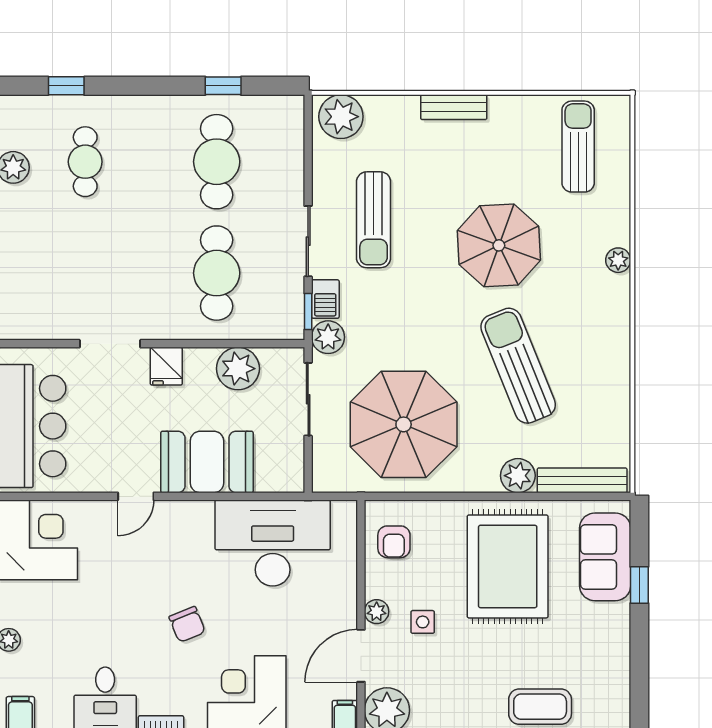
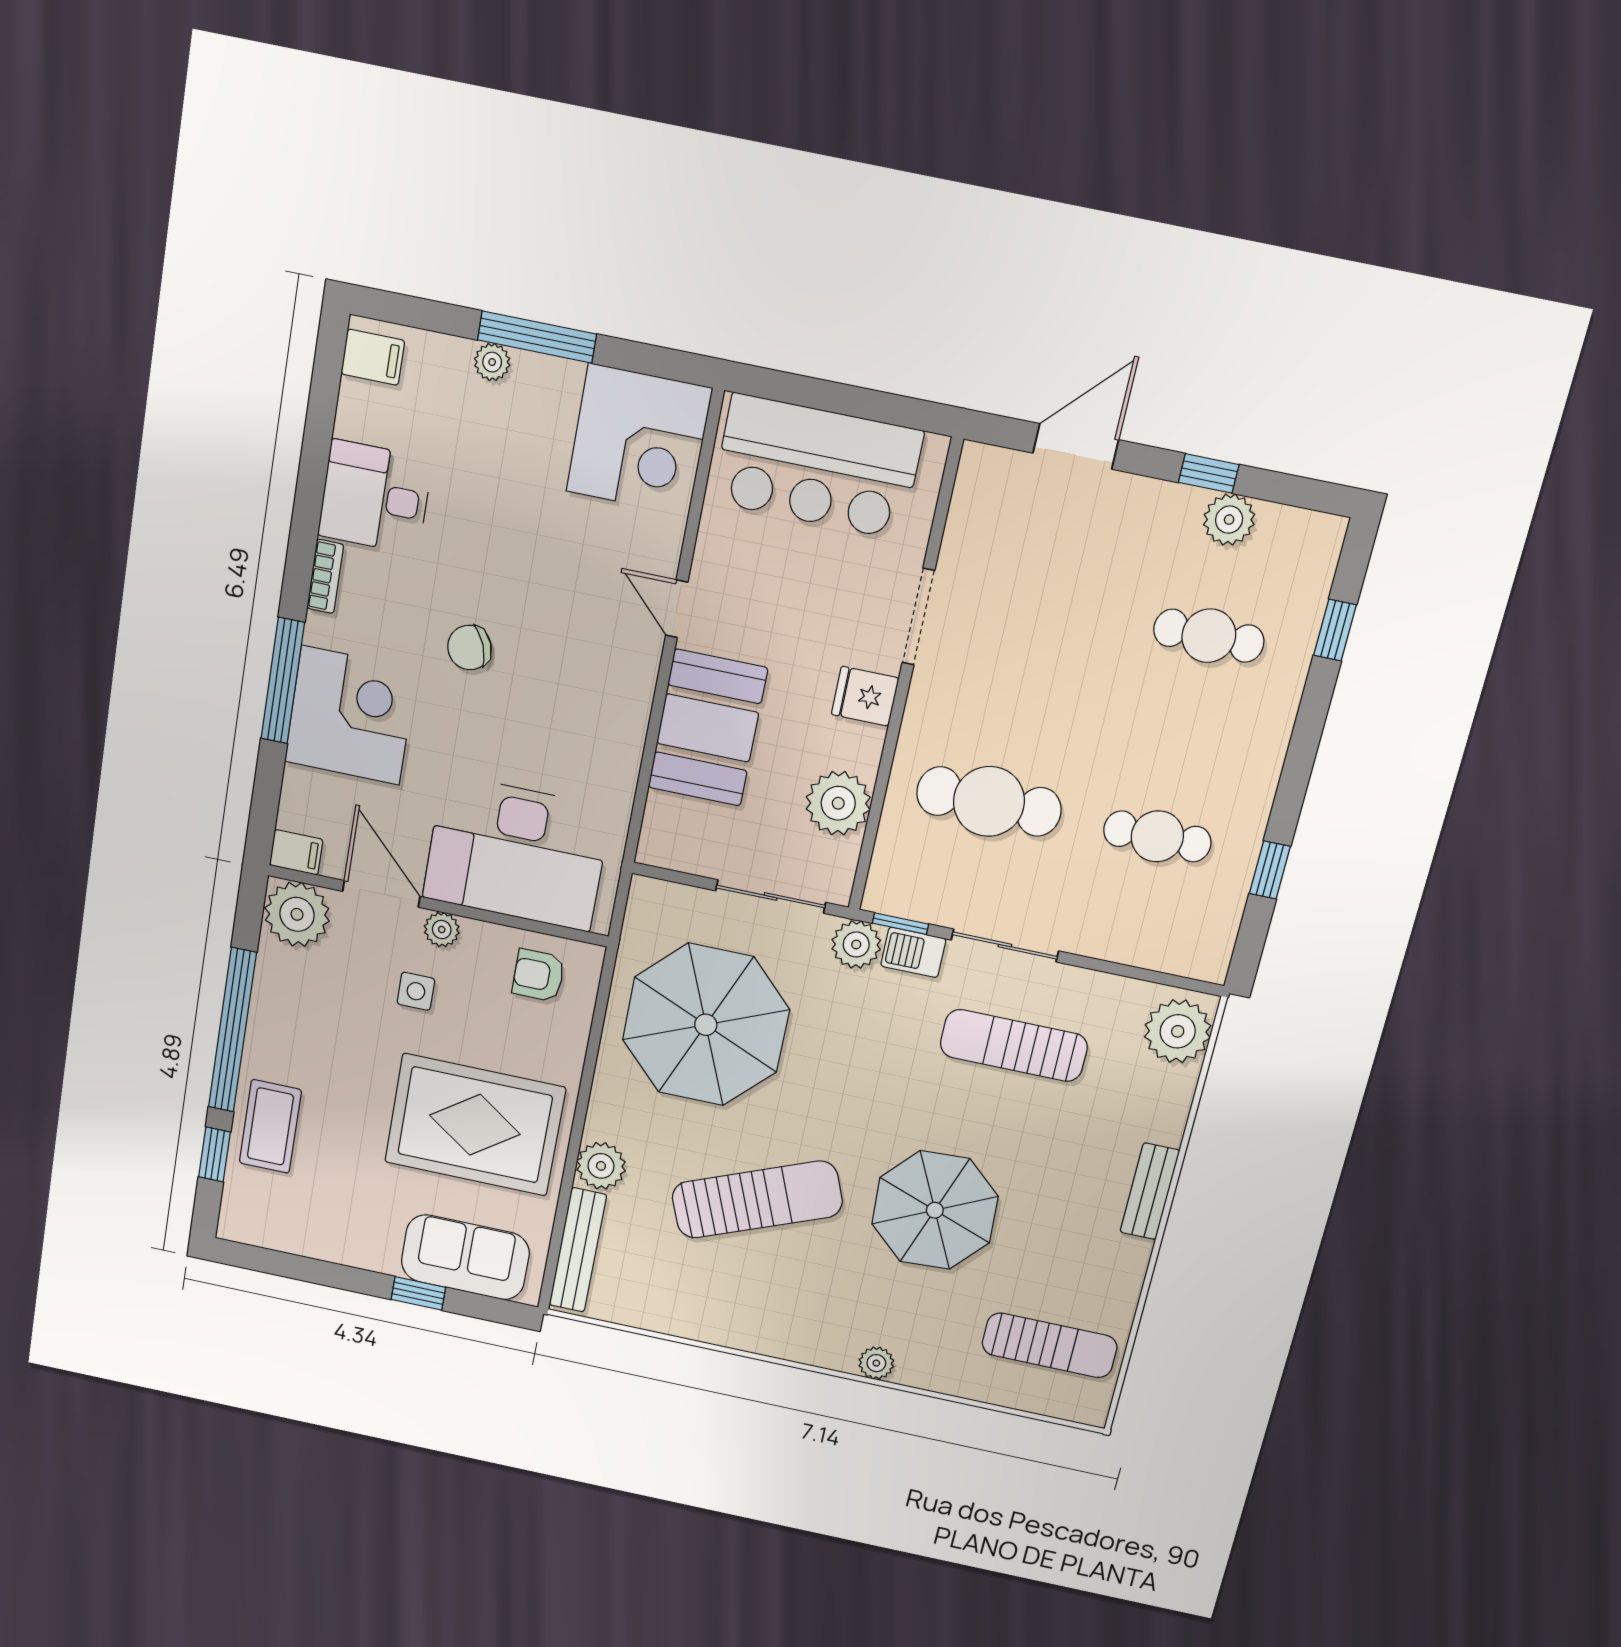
cafe table: (217, 162) -> (1157, 836), width x0.73, depth x0.74
desk: (273, 543) -> (517, 853), moved, turned 90

